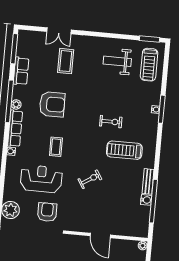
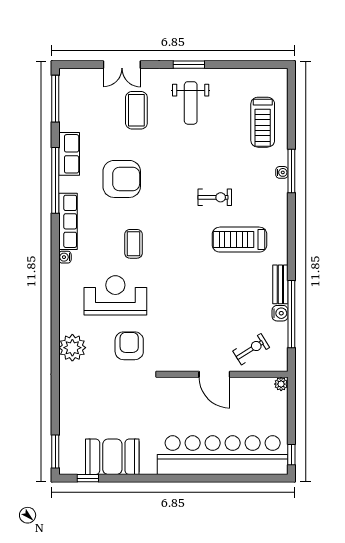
window: (149, 39) -> (189, 65), moved
weight bench: (117, 61) -> (191, 103), moved, turned -90
treadmill: (149, 65) -> (263, 122), moved
row of seats: (21, 71) -> (69, 154), moved
plant: (16, 104) -> (66, 184), removed
exercise bike: (90, 179) -> (251, 349), moved

